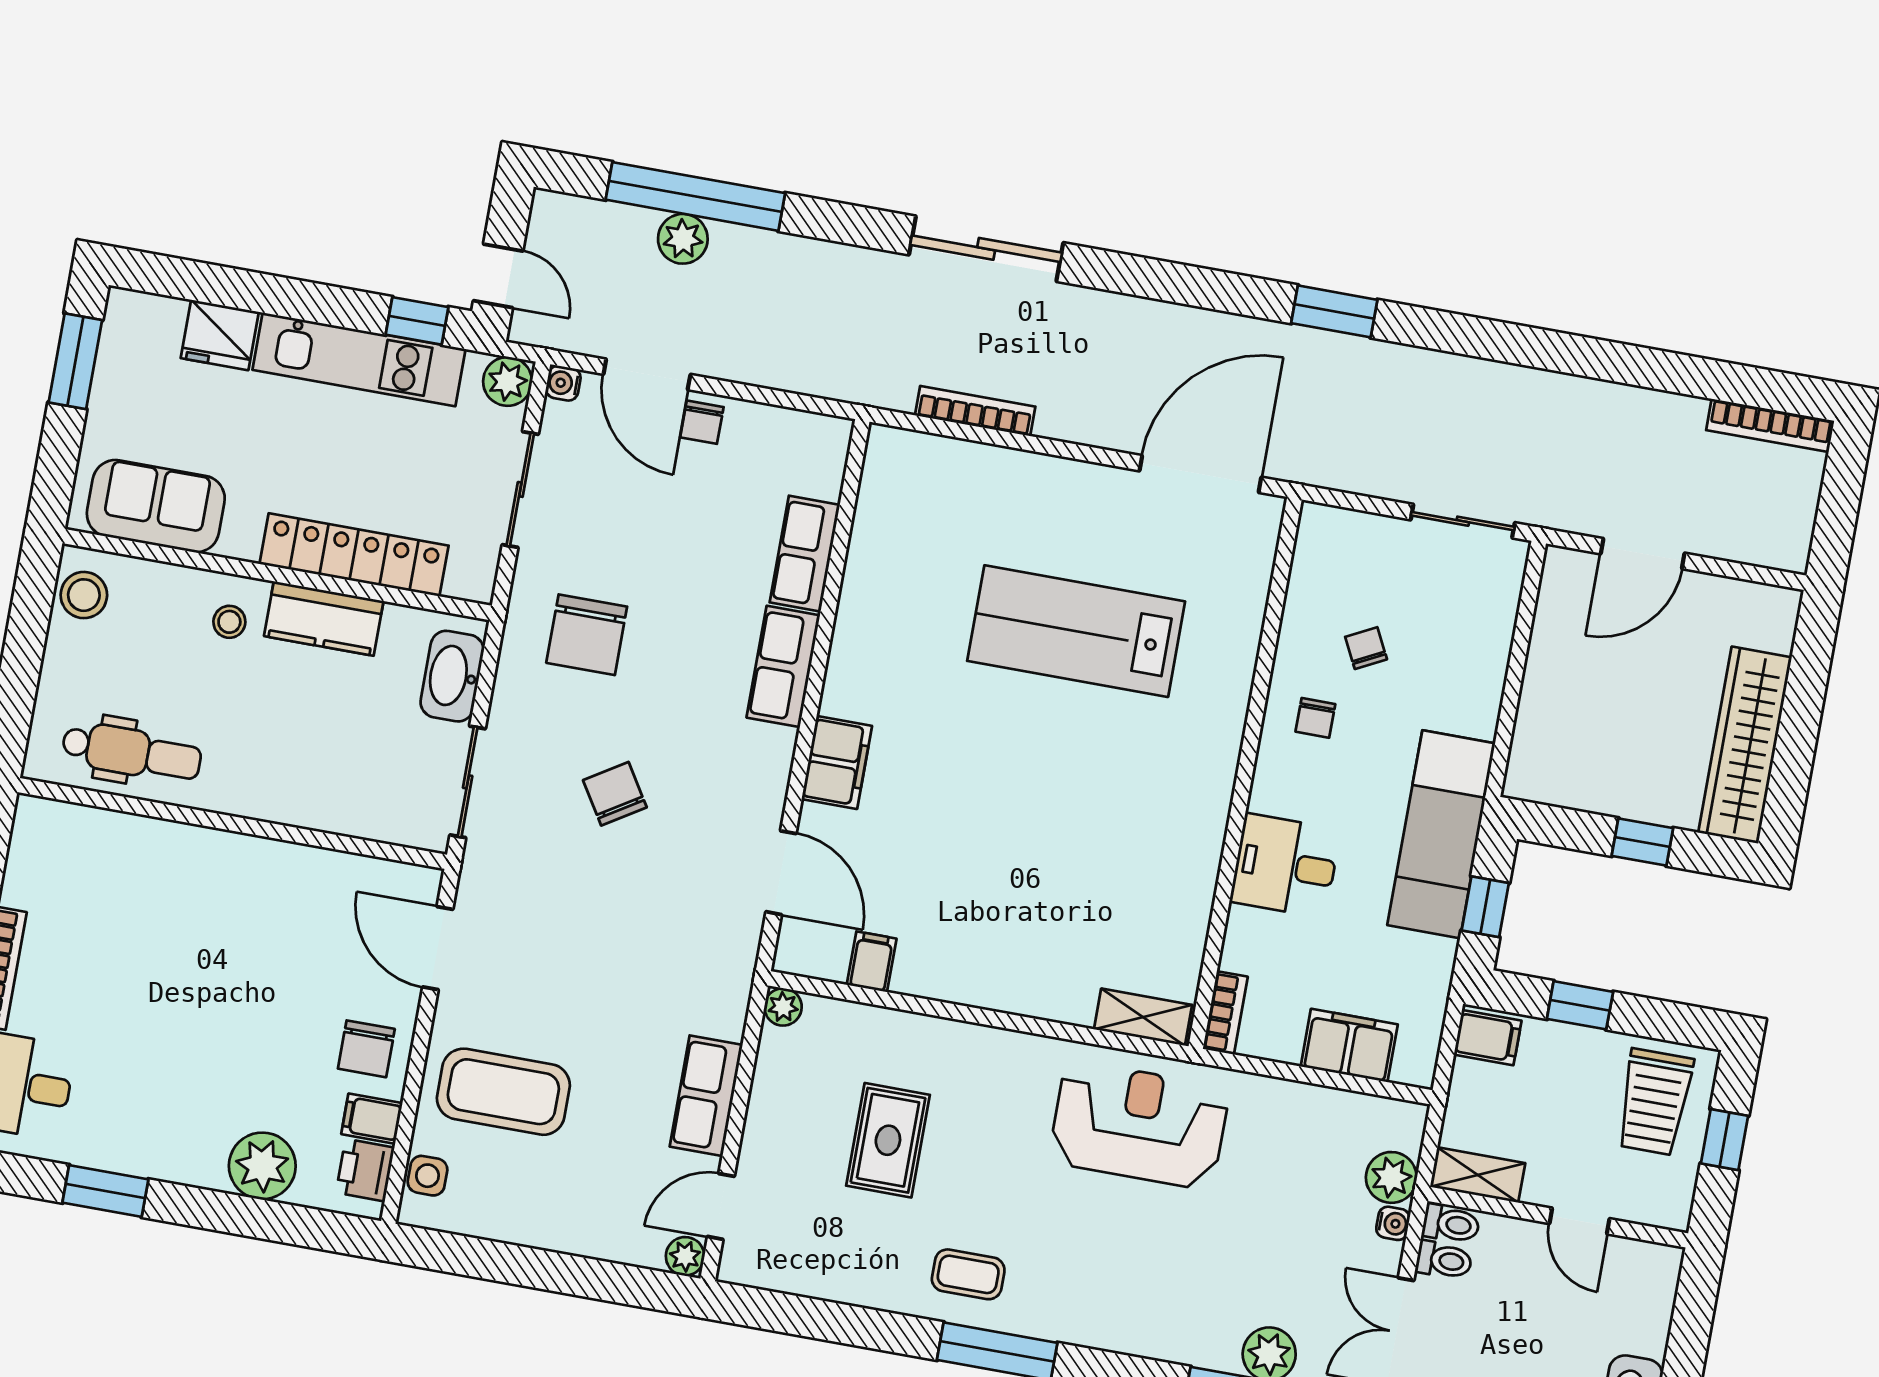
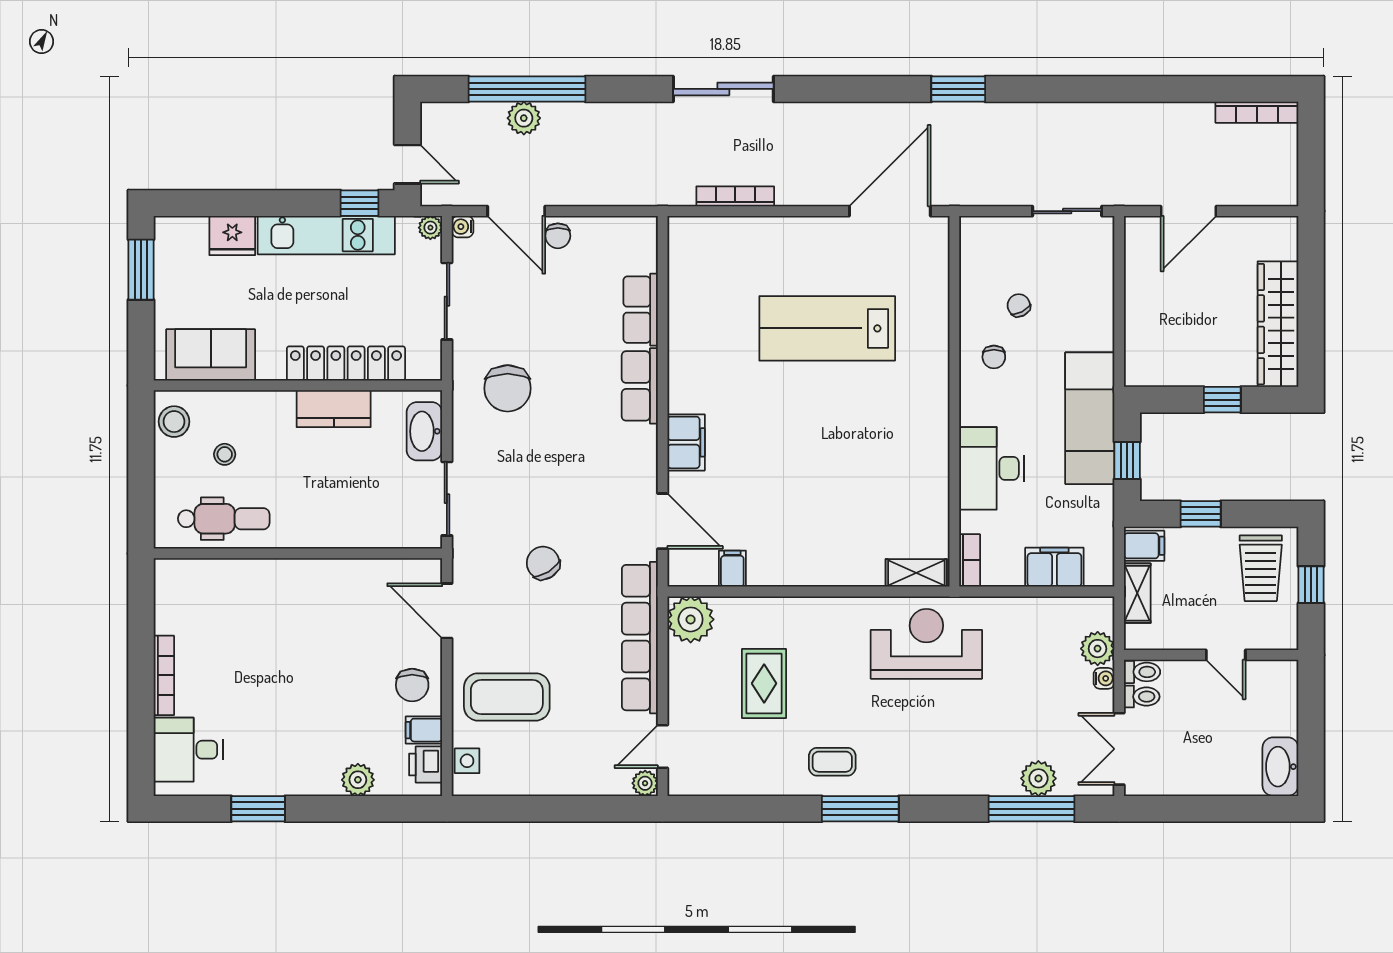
plant: (508, 381) -> (430, 228), width x0.73, depth x0.73
stool: (229, 622) -> (225, 454), moved
chair: (615, 794) -> (543, 563), moved
desk: (1285, 866) -> (992, 468), width x1.37
plant: (783, 1007) -> (691, 619), width x1.88, depth x1.88
row of seats: (706, 1096) -> (640, 638), width x2.02
plant: (262, 1166) -> (358, 780), width x0.73, depth x0.73
shelving: (1478, 1175) -> (1137, 593), moved, turned 90

